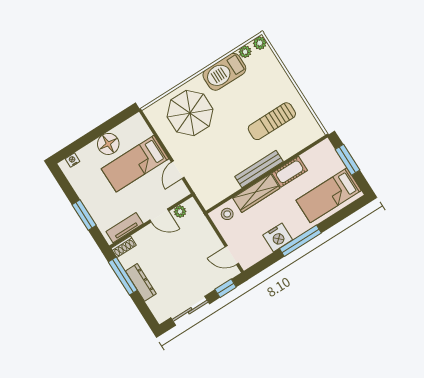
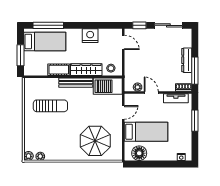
barbecue: (224, 72) -> (108, 86), moved, turned 180
floor lamp: (108, 144) -> (139, 153), moved
window: (300, 241) -> (48, 25), moved

